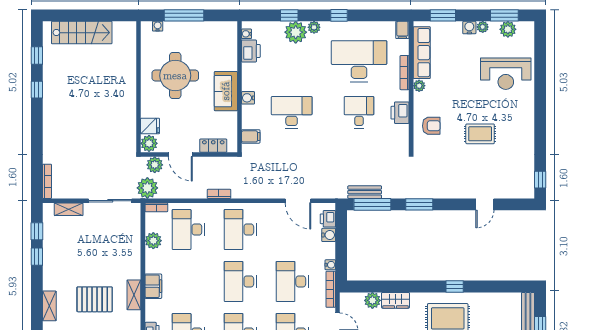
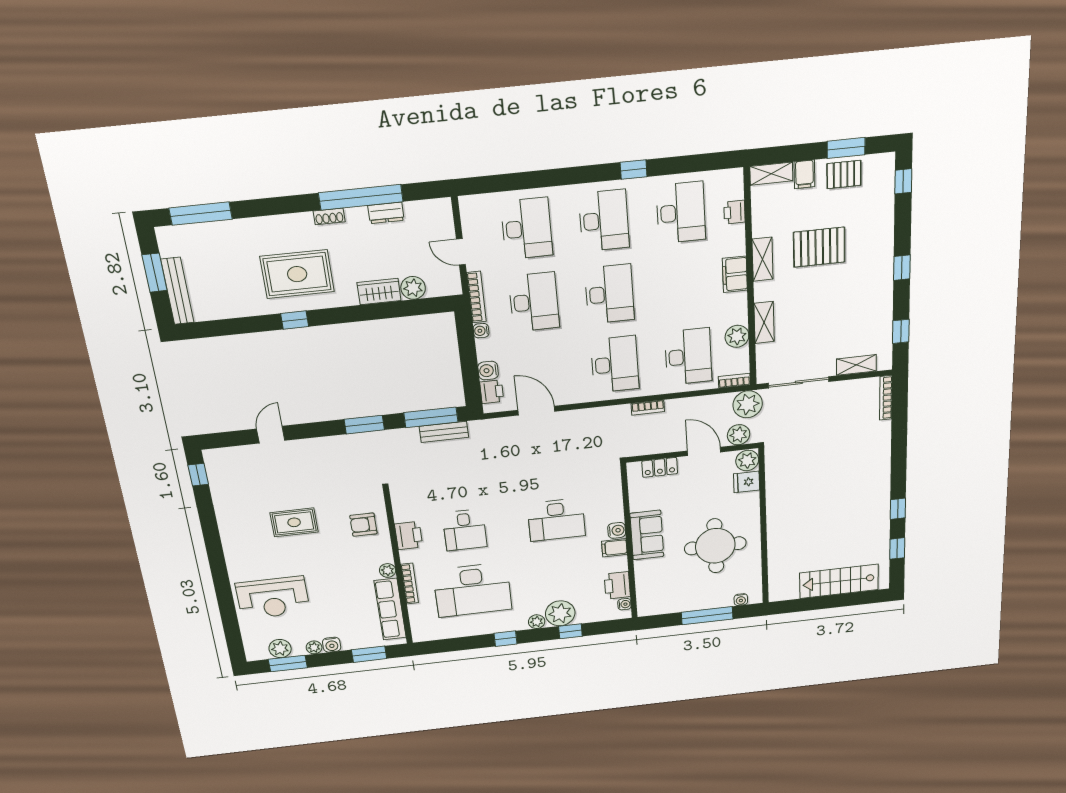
filing cabinet: (402, 30) -> (420, 632), removed
reception desk: (506, 74) -> (273, 598), turned 180
filing cabinet: (251, 136) -> (614, 548), moved
window: (37, 257) -> (902, 268), moved
shelving: (49, 306) -> (764, 322), moved

